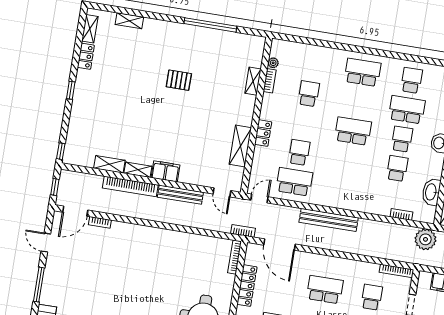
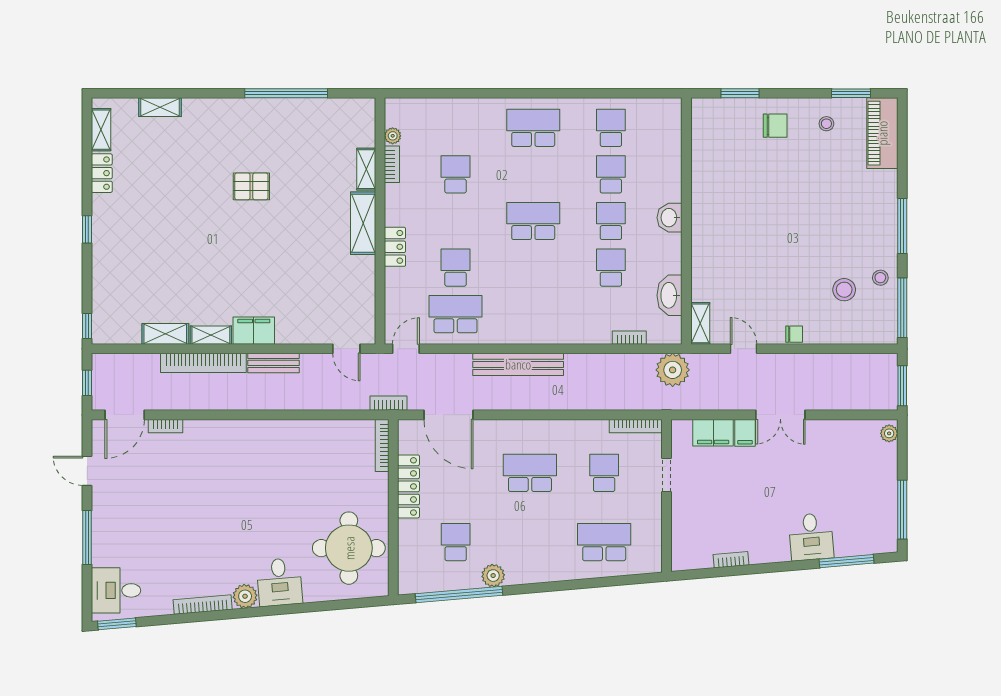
school desk: (407, 110) -> (611, 174), width x0.54
shelving: (240, 146) -> (363, 223), moved
bench: (180, 195) -> (273, 363), width x0.73

